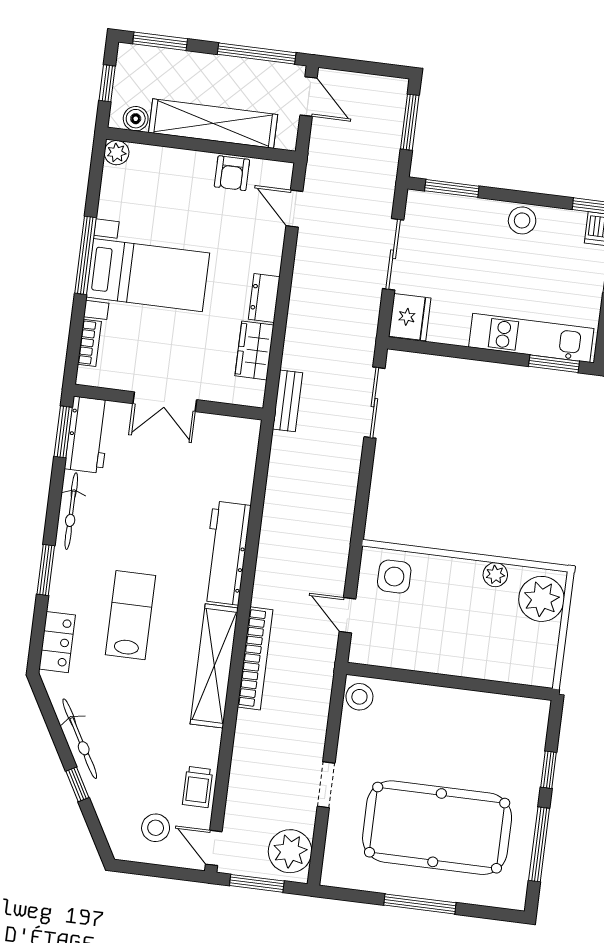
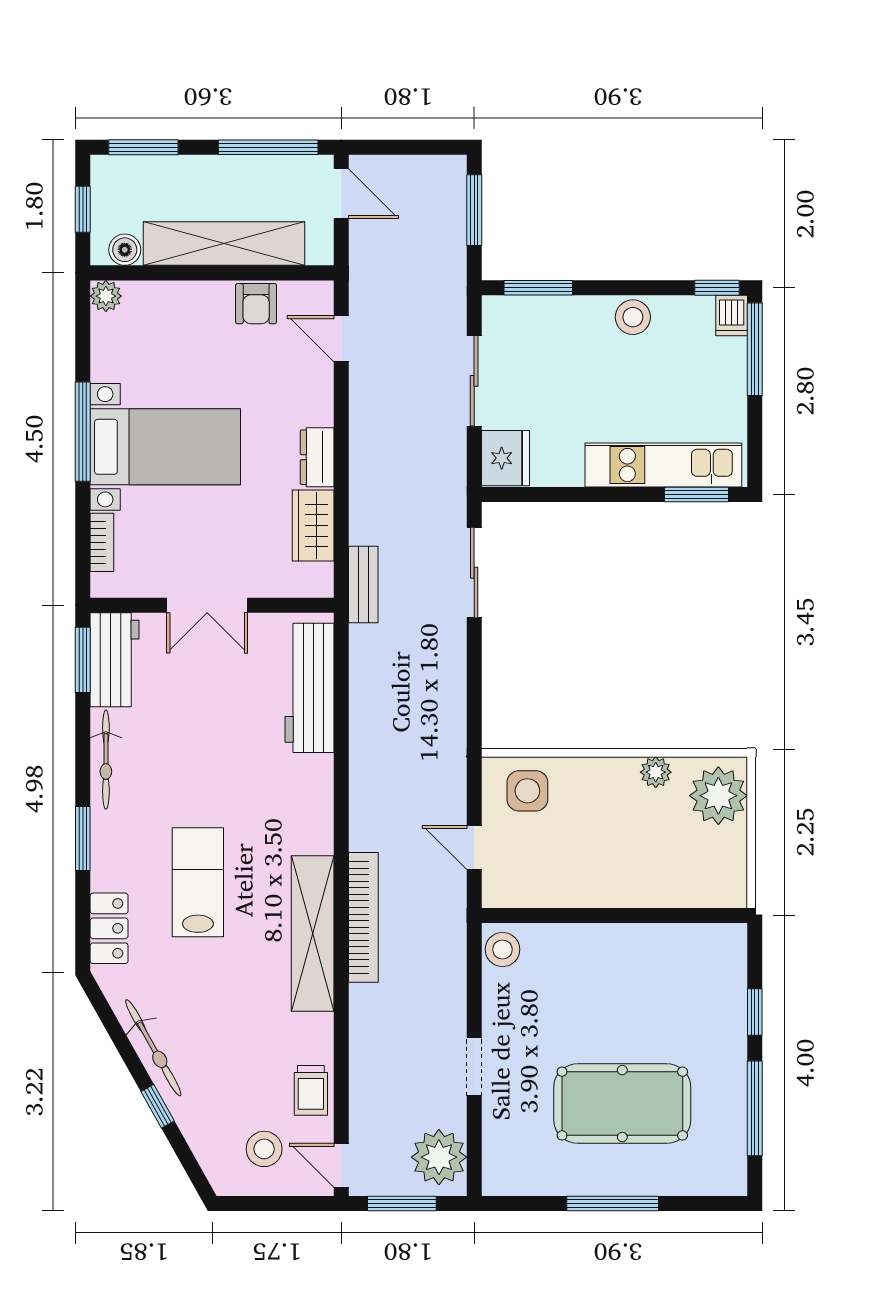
workbench: (226, 553) -> (310, 688), moved
pool table: (437, 828) -> (622, 1104), width x0.73, depth x0.76

